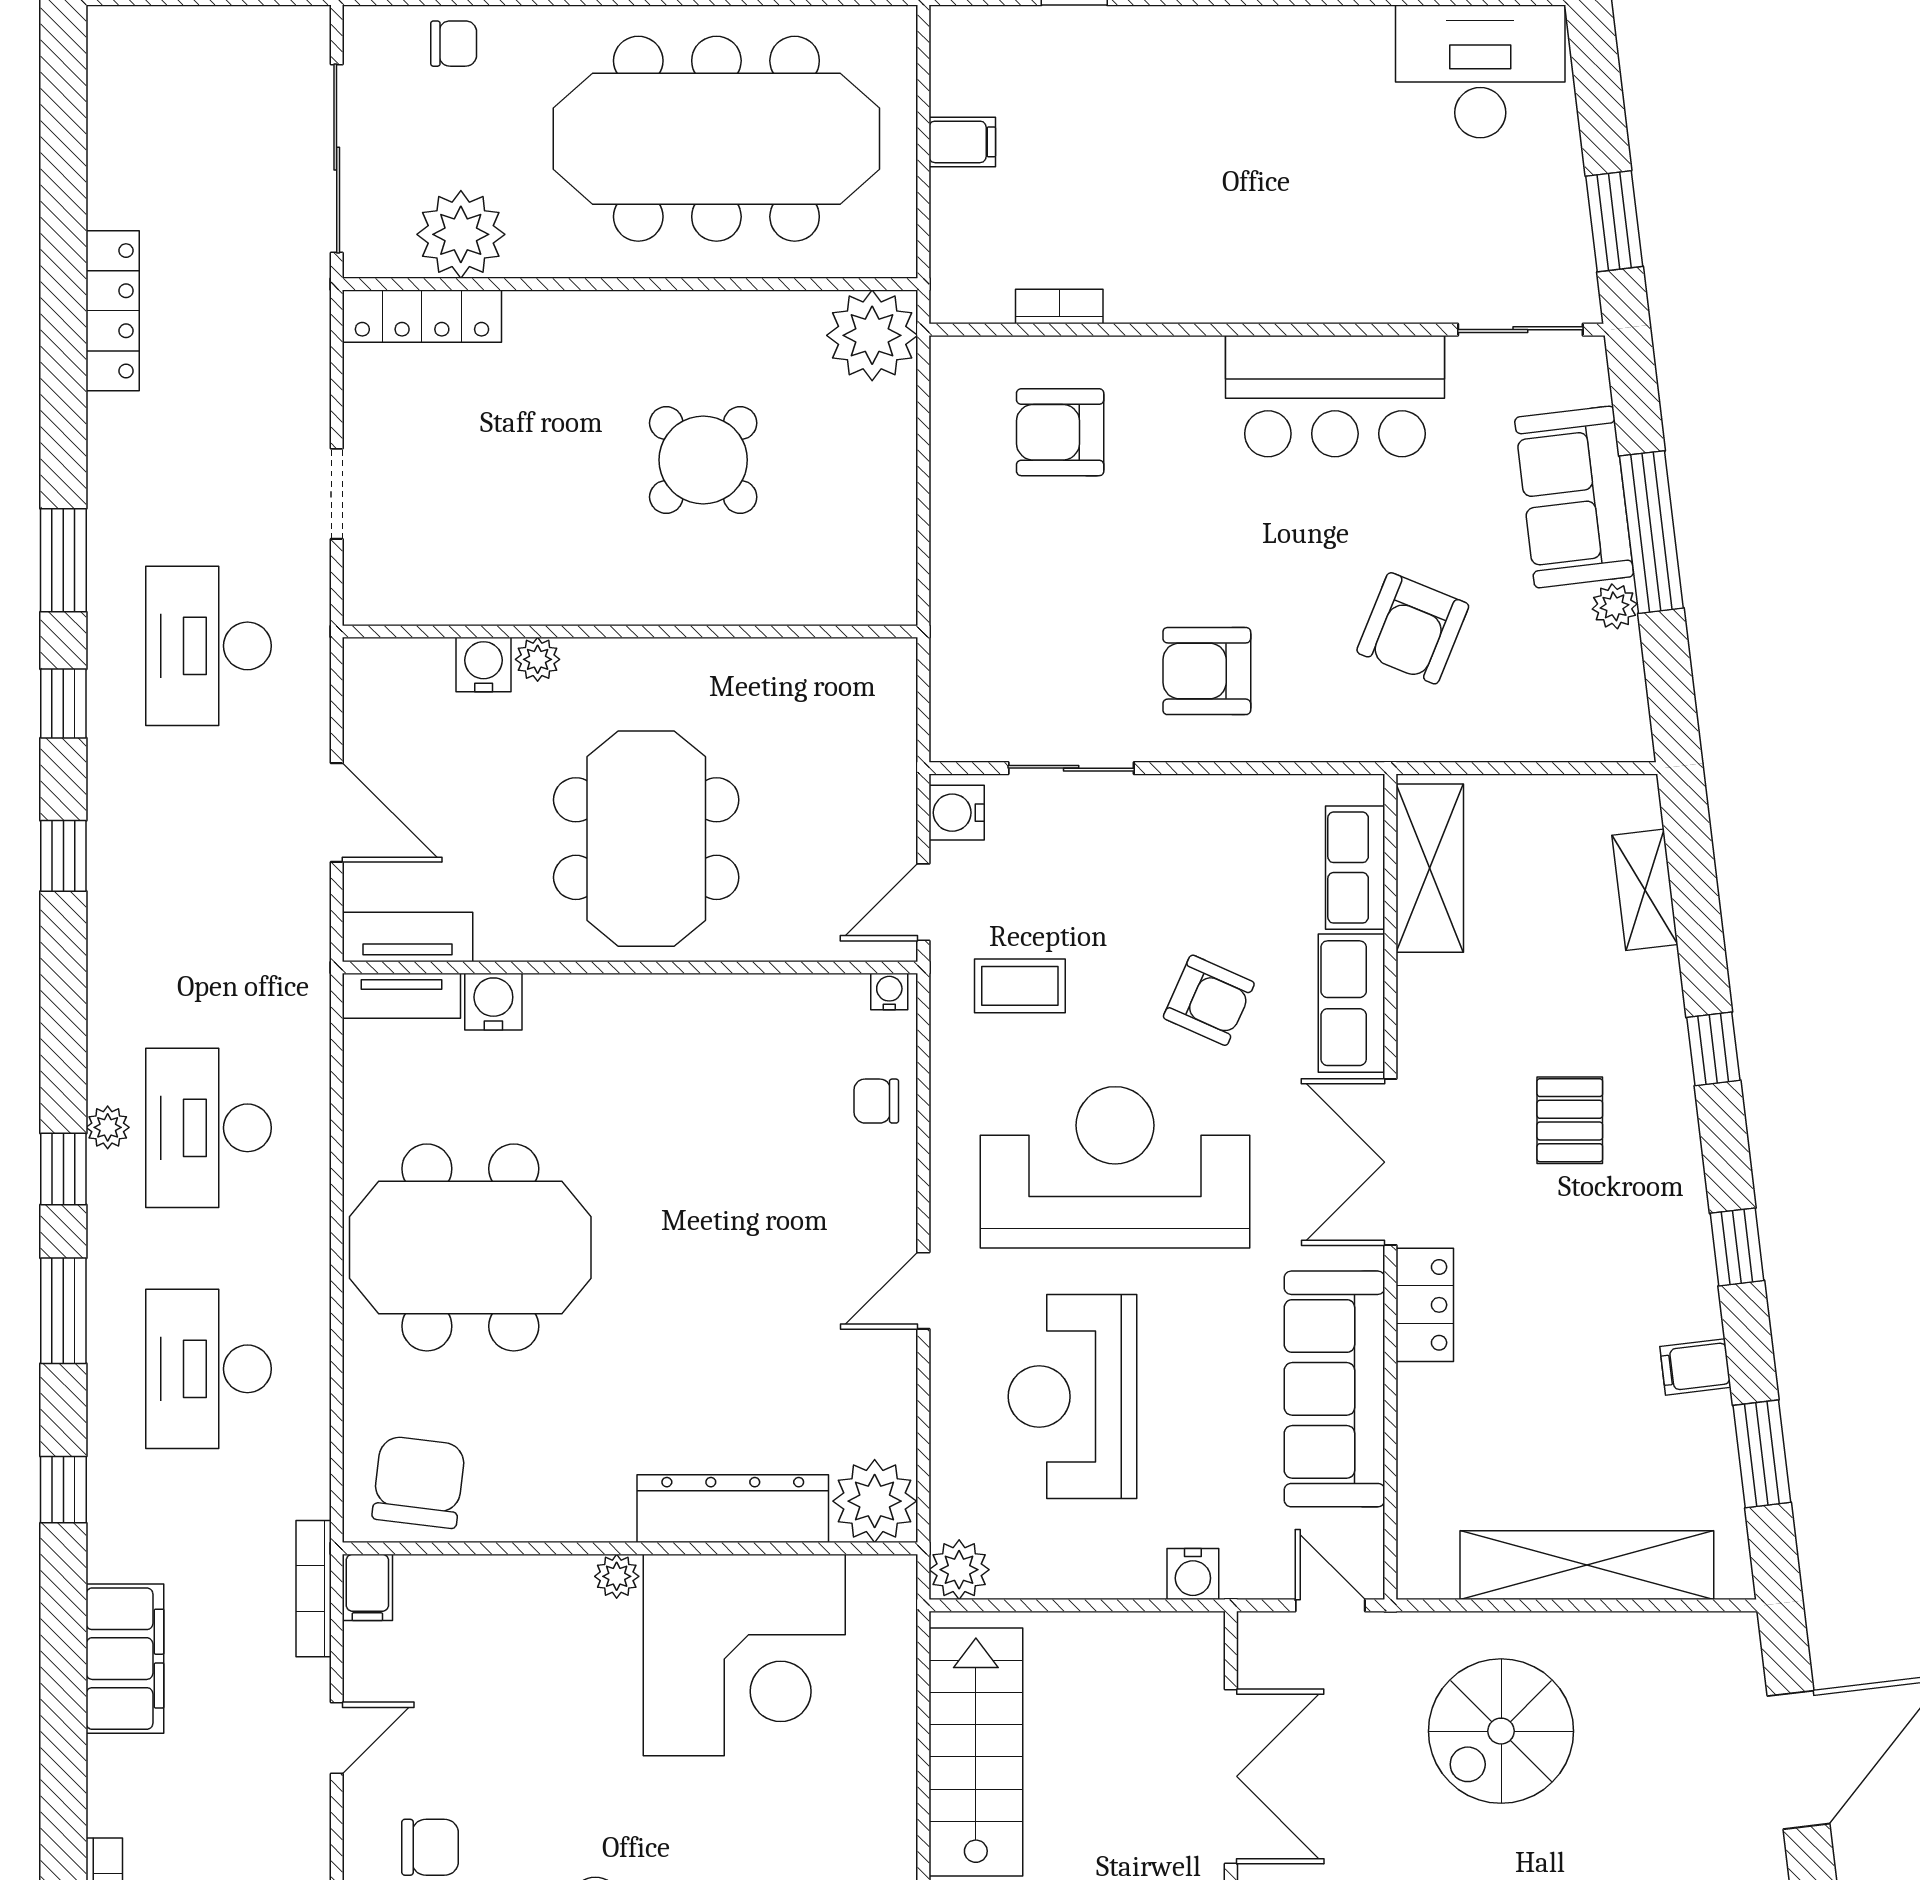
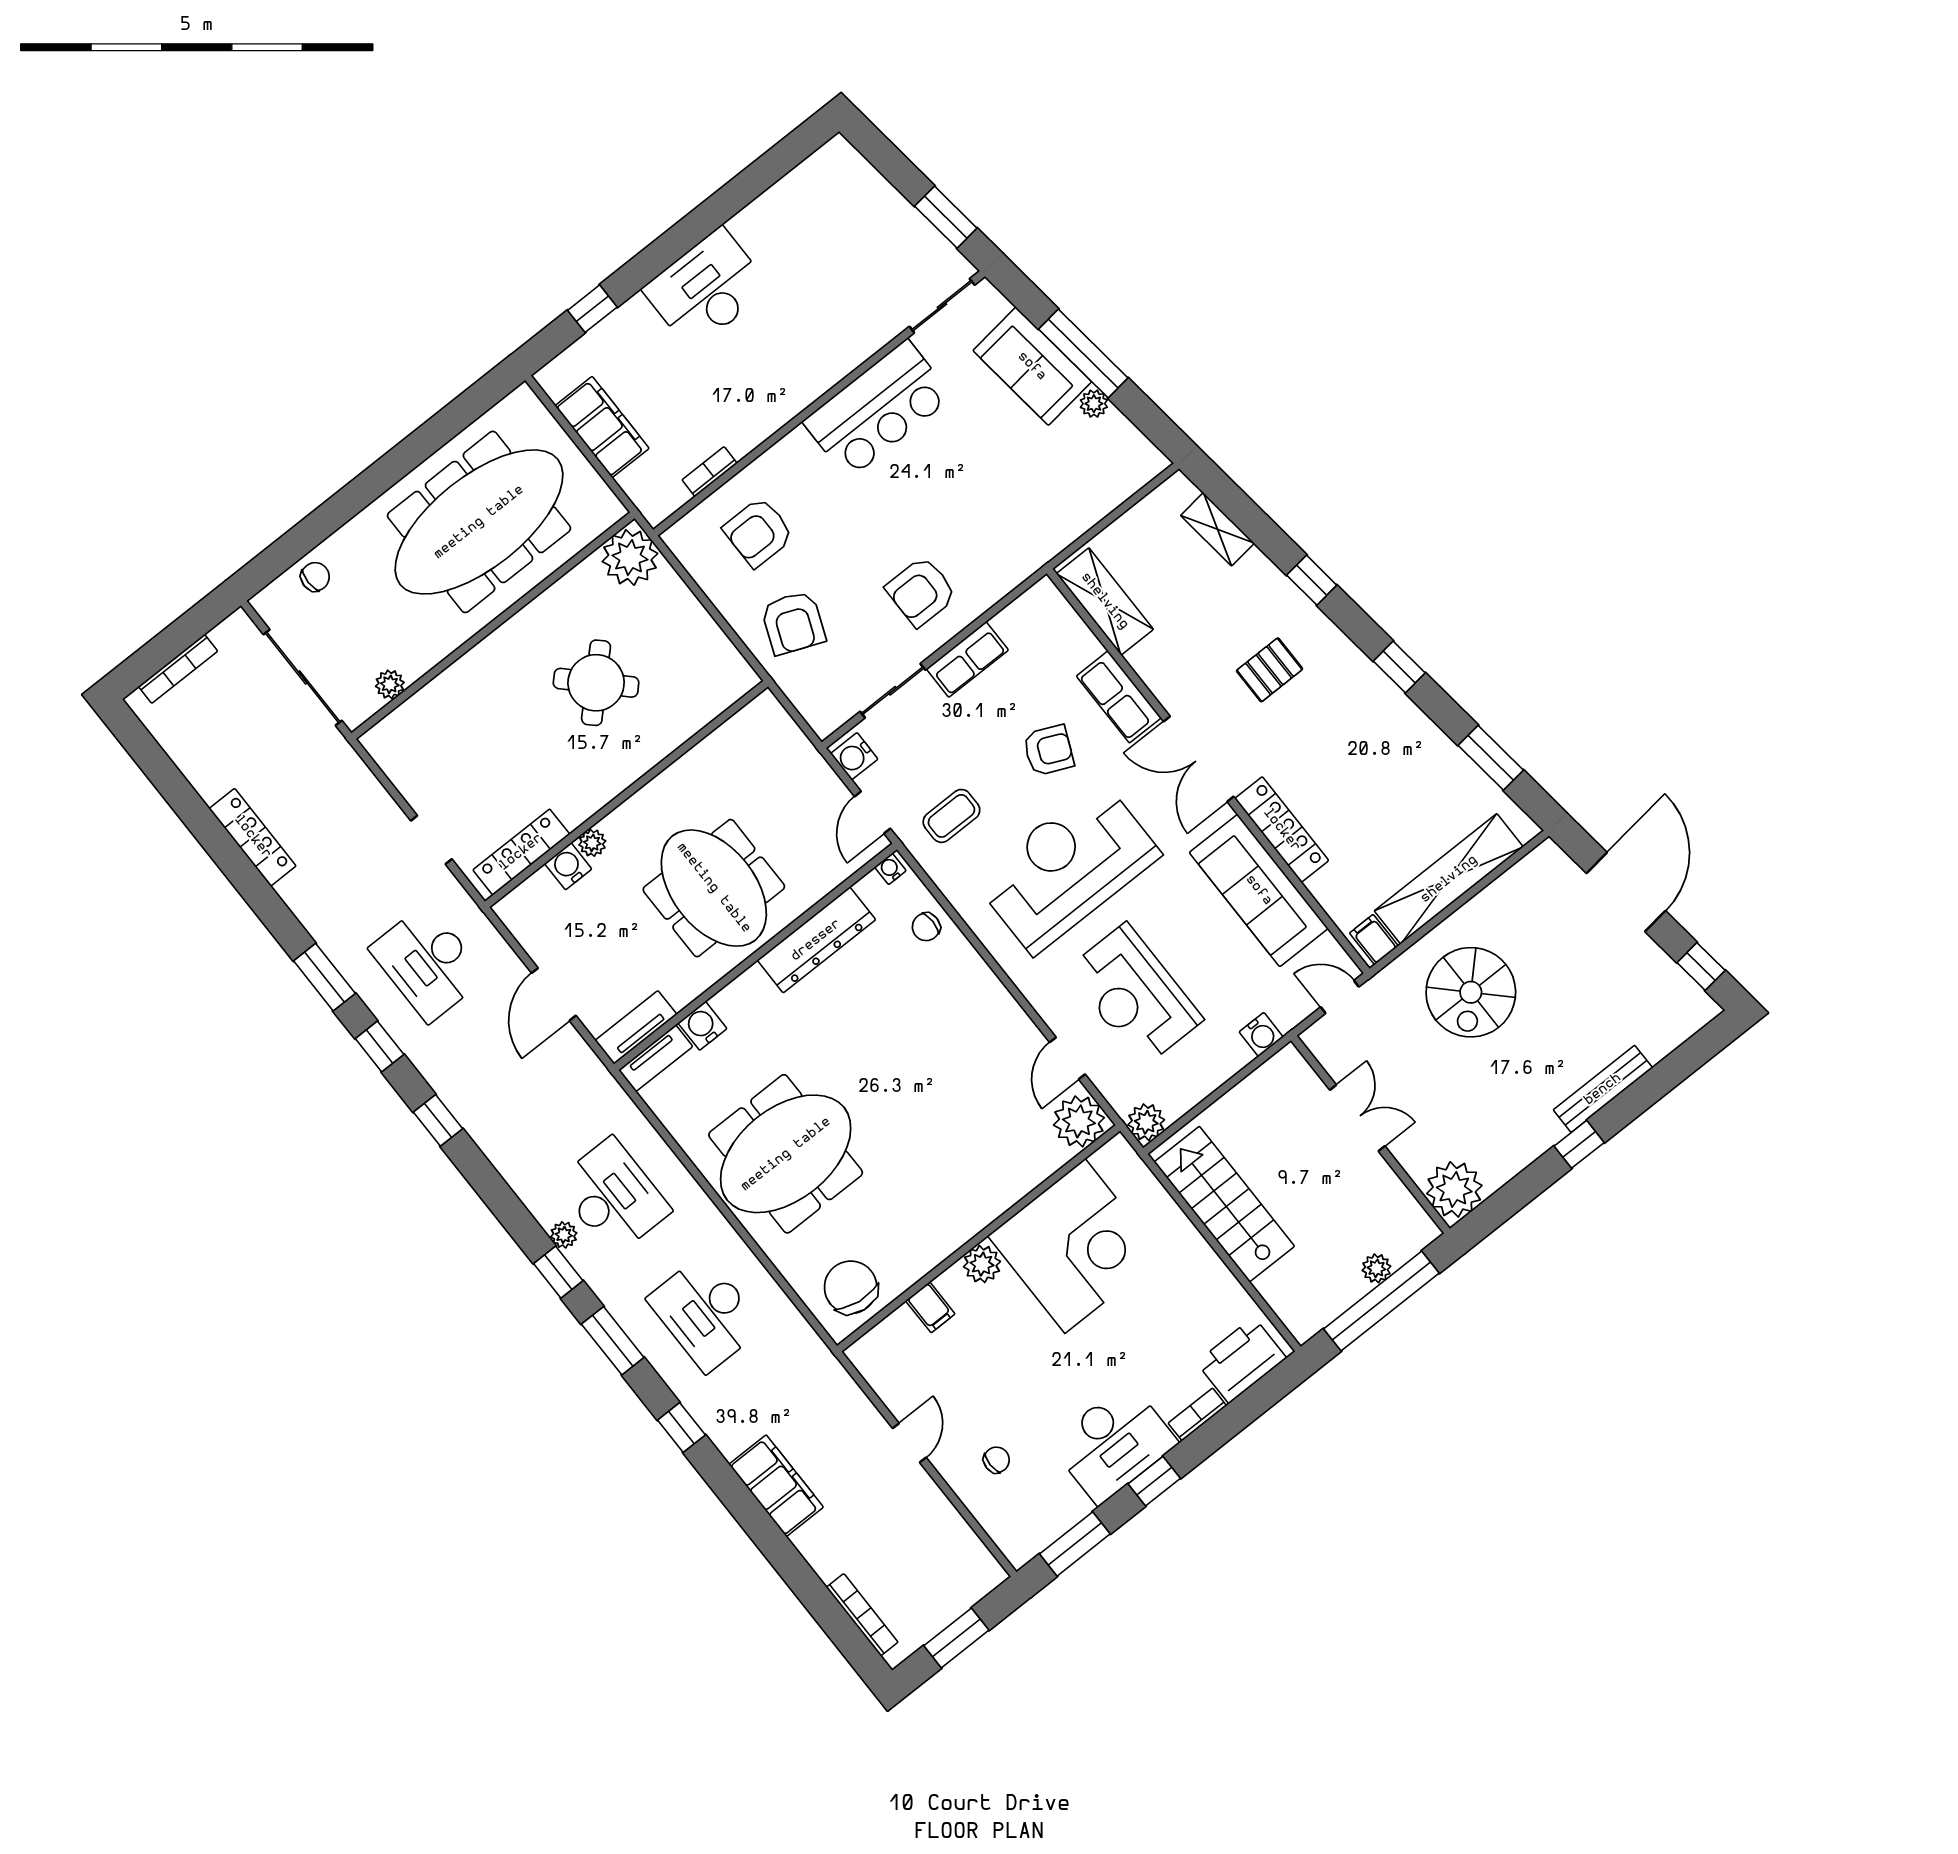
desk: (1480, 71) -> (707, 289), moved
filing cabinet: (962, 142) -> (602, 427), width x3.00, depth x1.17
plant: (461, 234) -> (390, 684), width x0.53, depth x0.53
locker: (422, 316) -> (521, 852), moved, turned 180
armchair: (1413, 628) -> (793, 623), moved
door: (337, 812) -> (554, 994), swing flipped
row of seats: (1355, 868) -> (967, 659), moved, turned -90
pallet: (1570, 1120) -> (1270, 670), turned 90
desk: (209, 1128) -> (613, 1196), turned 180
door: (923, 1291) -> (1067, 1058), moved
locker: (1425, 1305) -> (1282, 830), width x1.53
filing cabinet: (1695, 1367) -> (1374, 940), moved, turned 97
dresser: (733, 1509) -> (816, 940), moved, turned 180
plant: (617, 1576) -> (982, 1264), width x1.38, depth x1.38
filing cabinet: (367, 1587) -> (930, 1307), moved
bookcase: (314, 1589) -> (178, 669), moved, turned -90
double door: (1231, 1776) -> (1357, 1118), width x0.73
chair: (430, 1847) -> (996, 1460), width x0.73, depth x0.73

